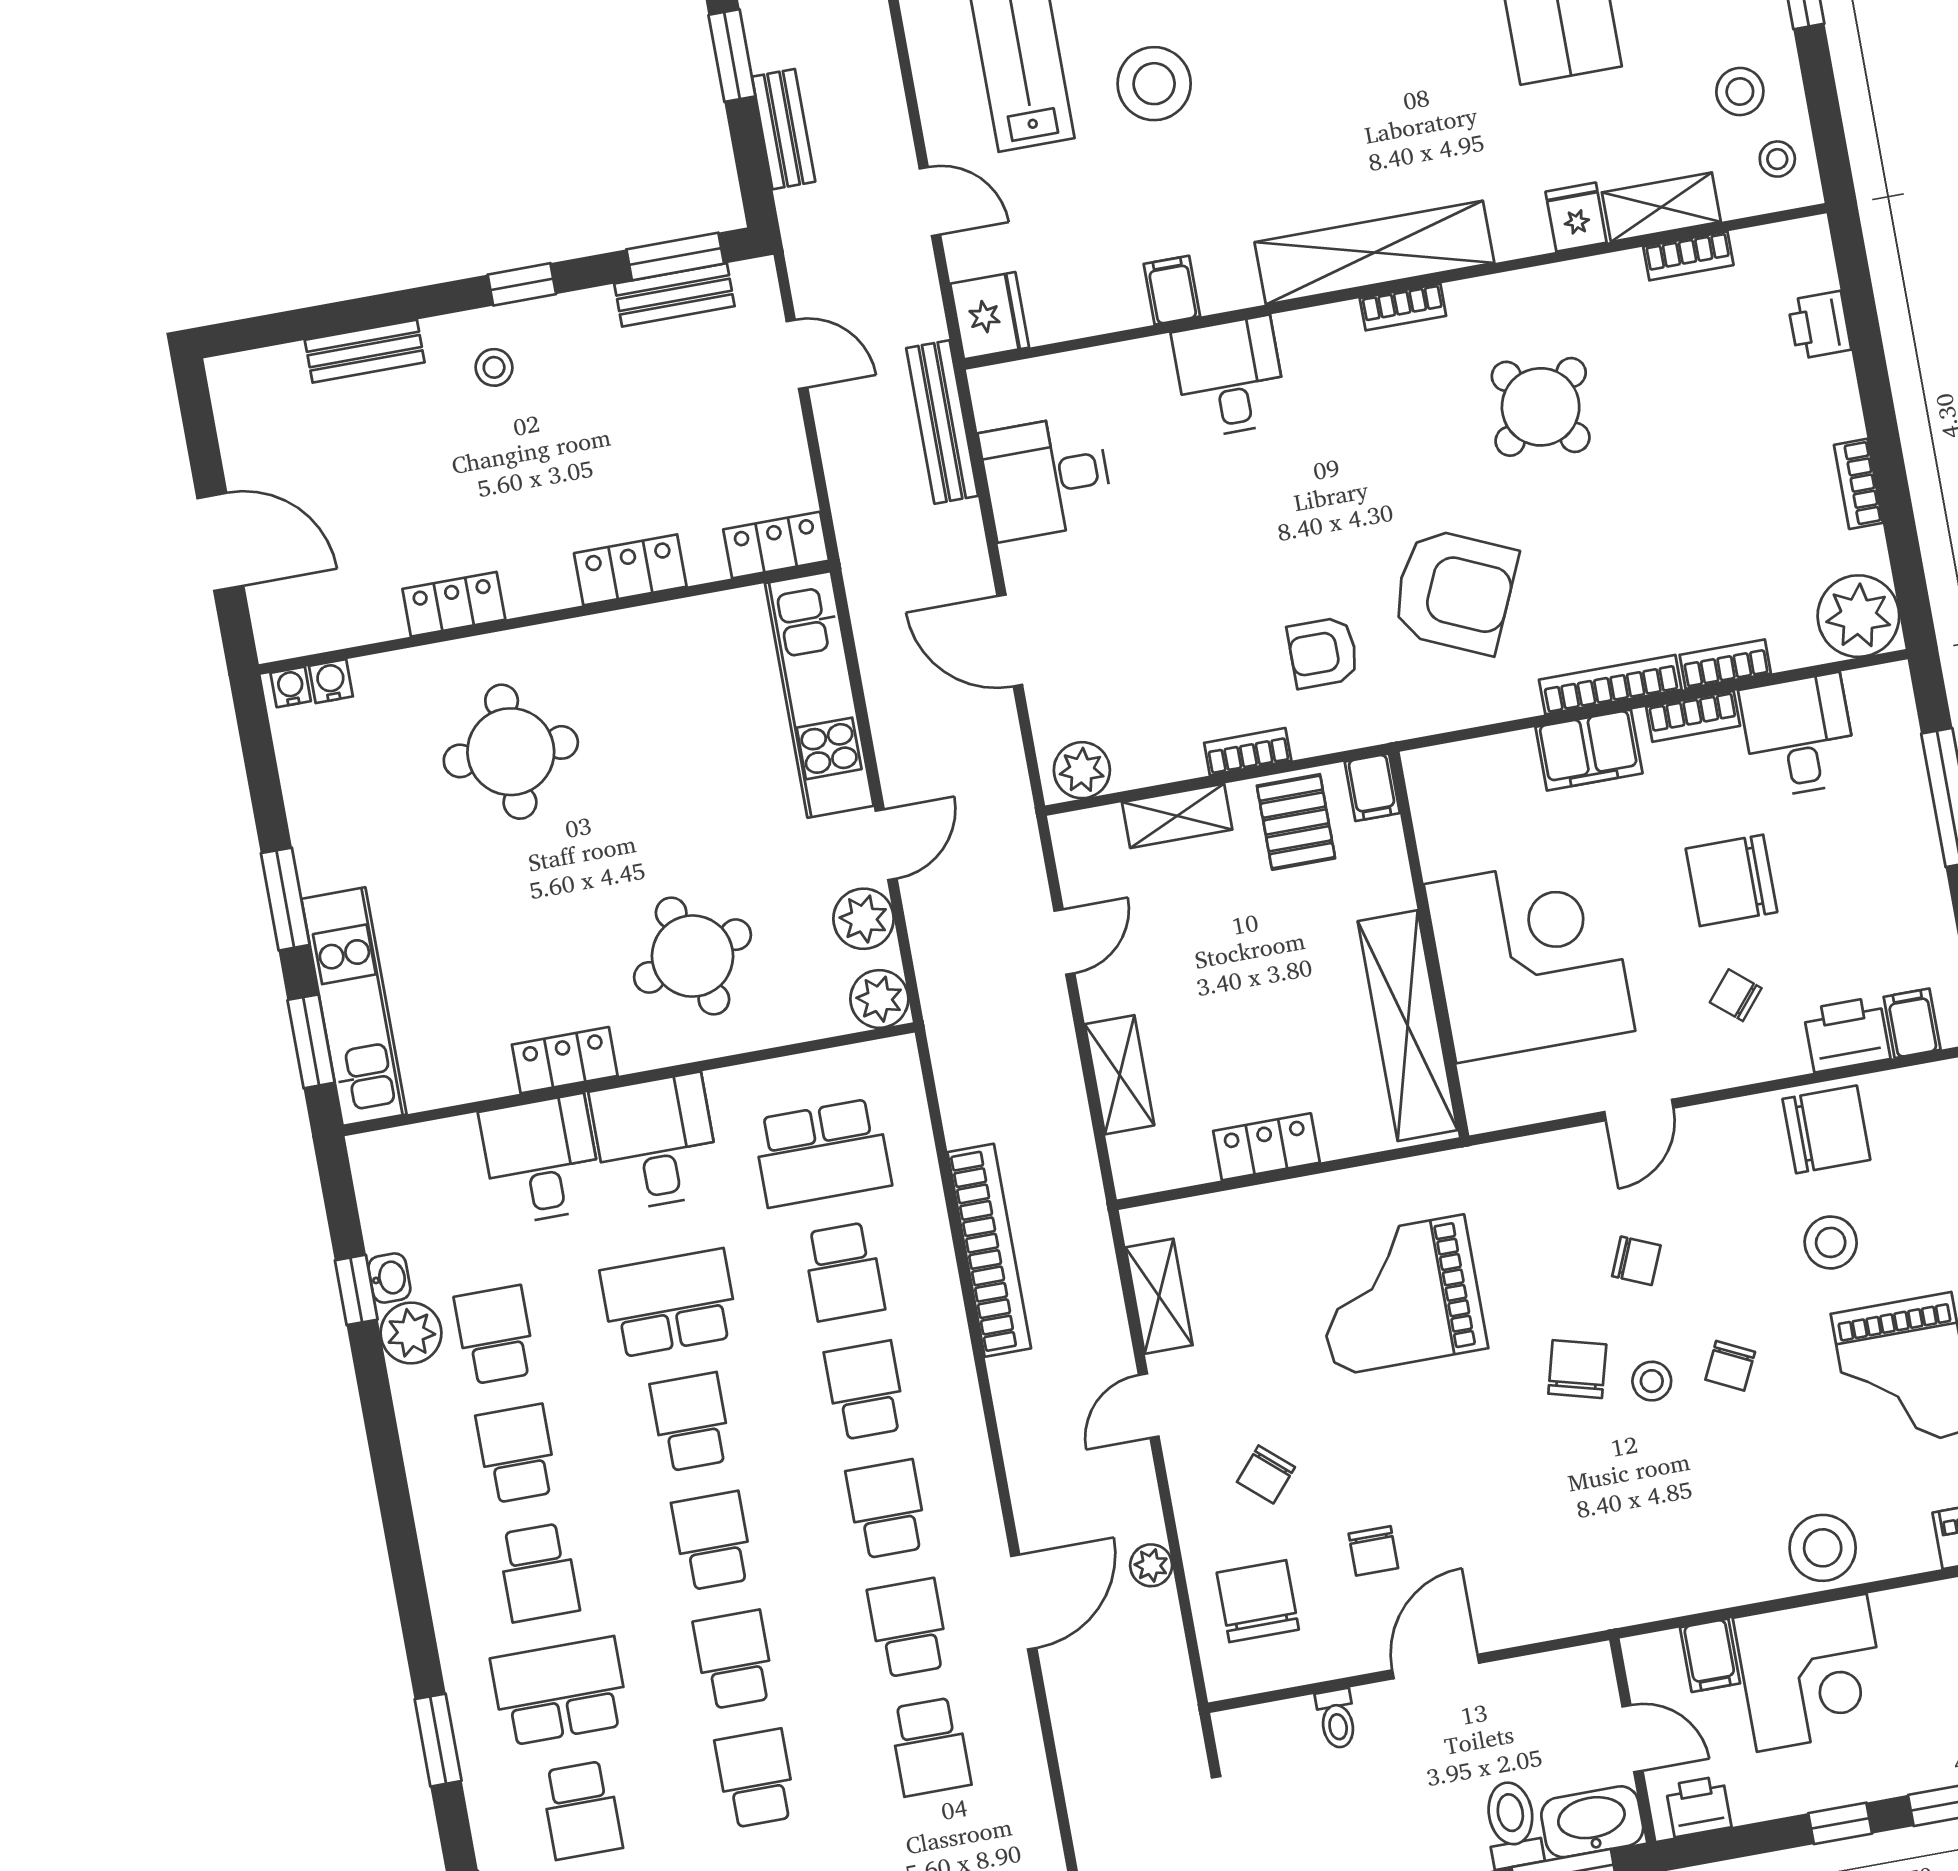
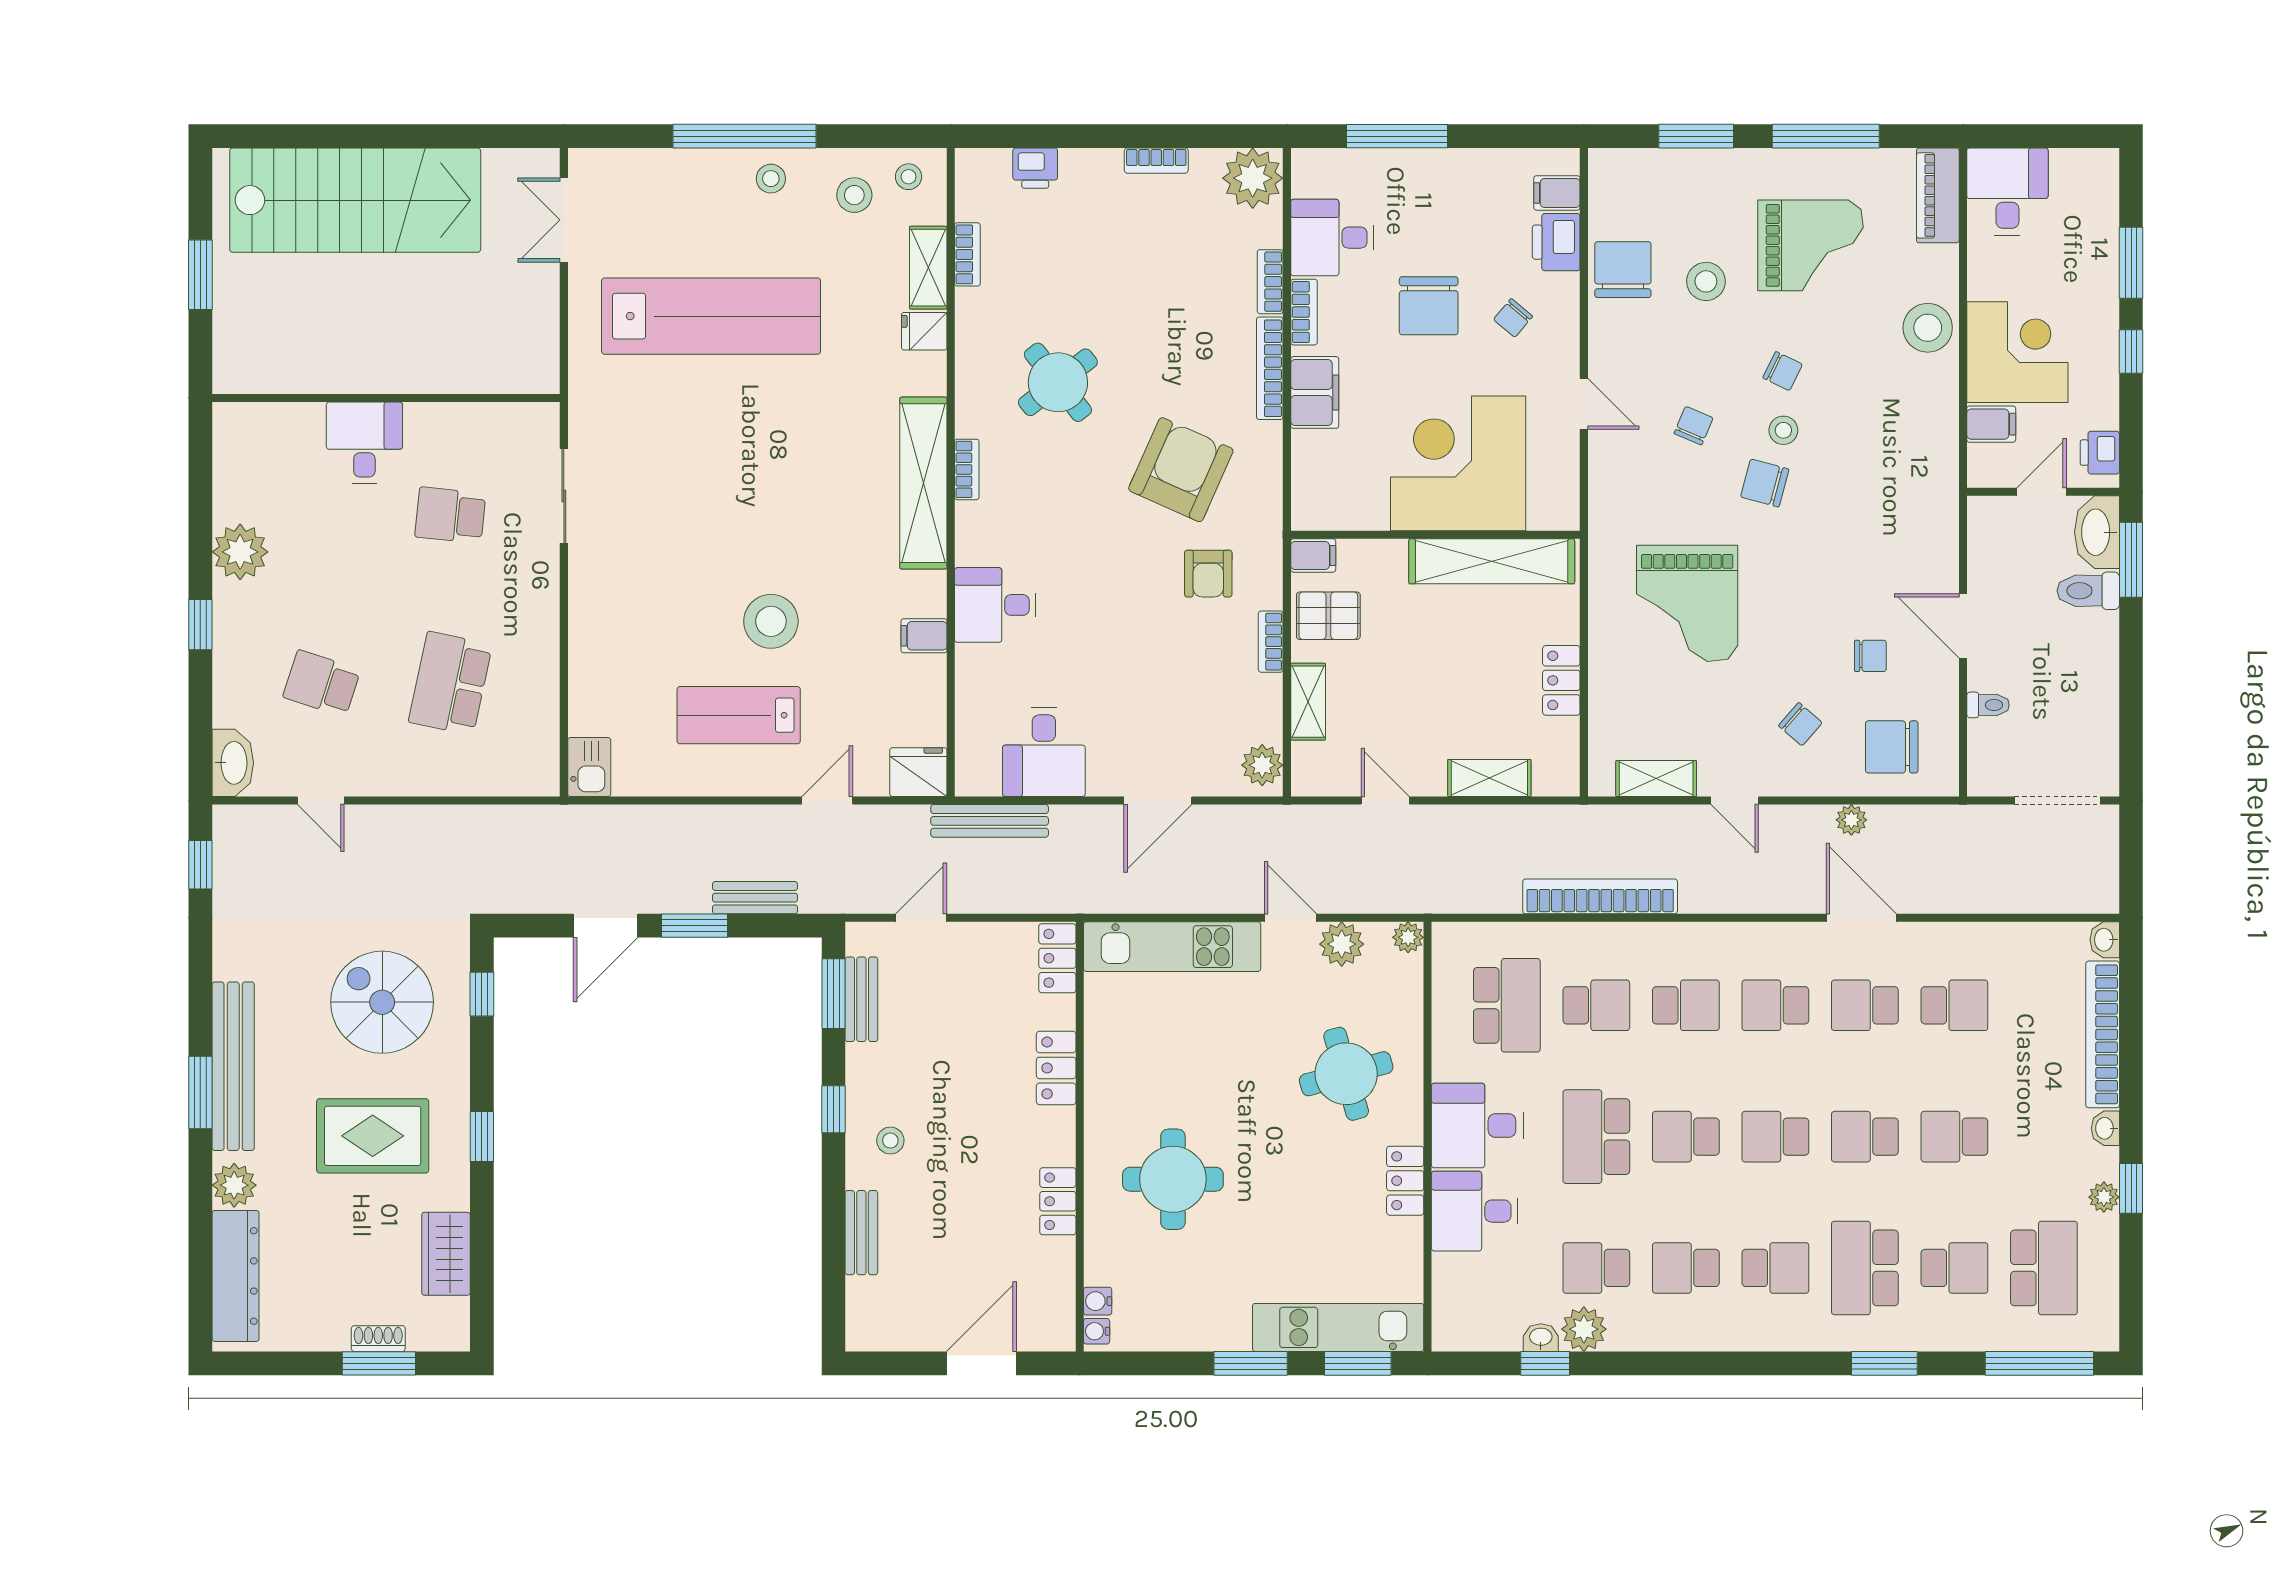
plant: (879, 999) -> (1408, 937), width x0.73, depth x0.73
school desk: (865, 1390) -> (1686, 1005), turned 180

